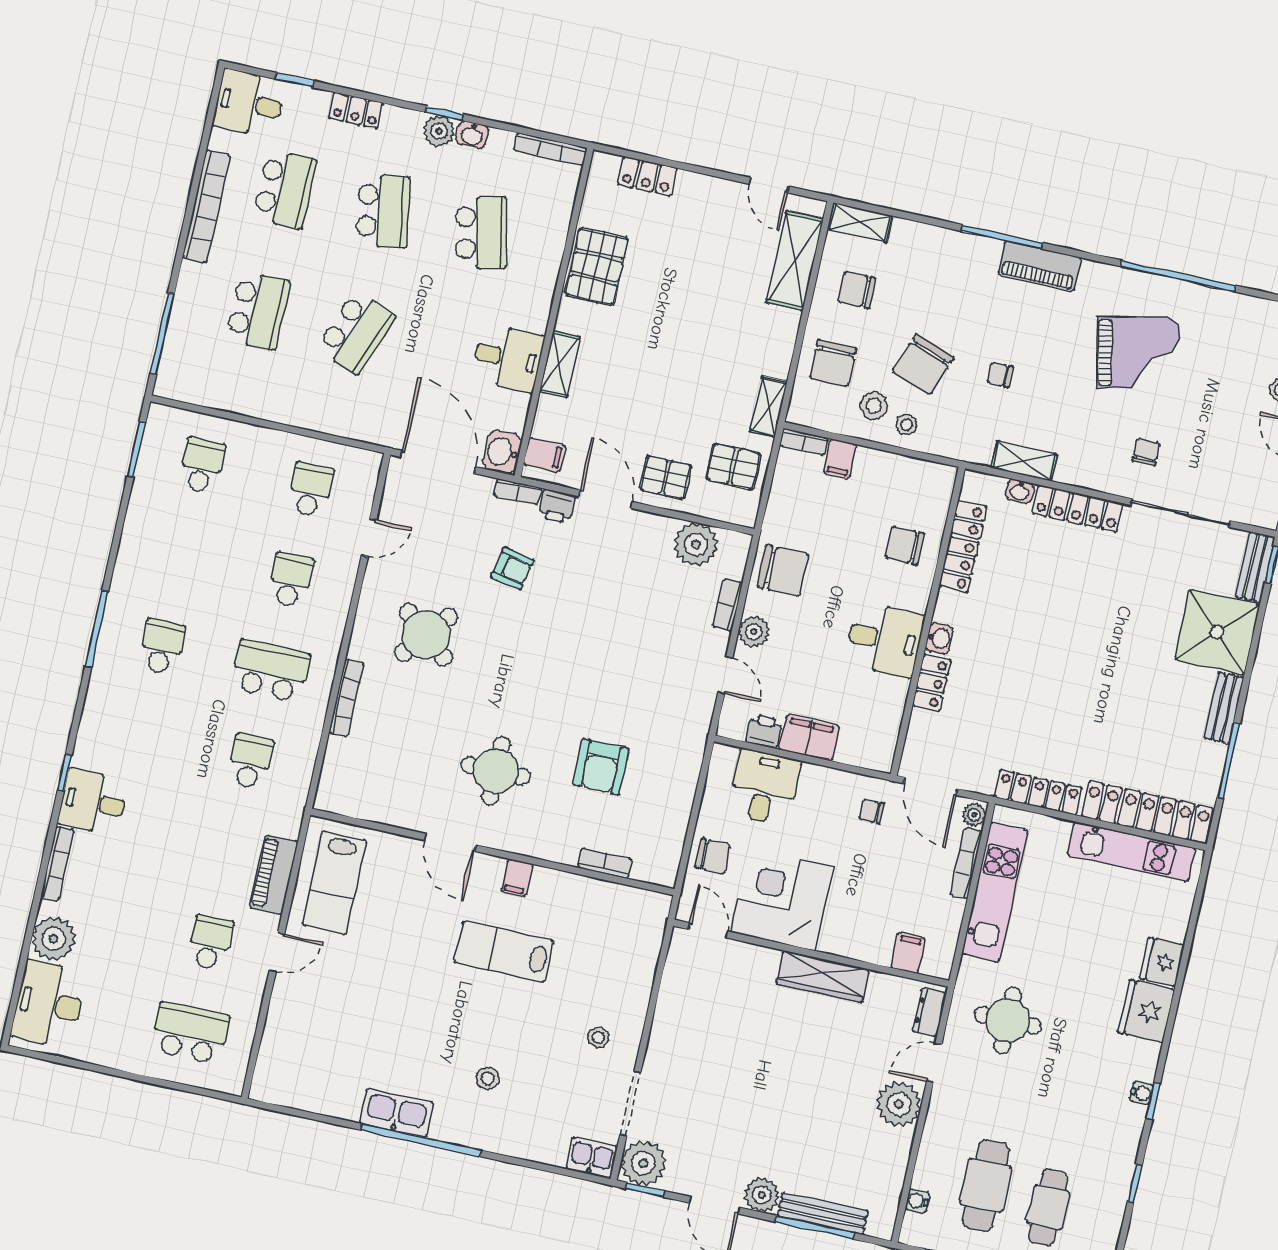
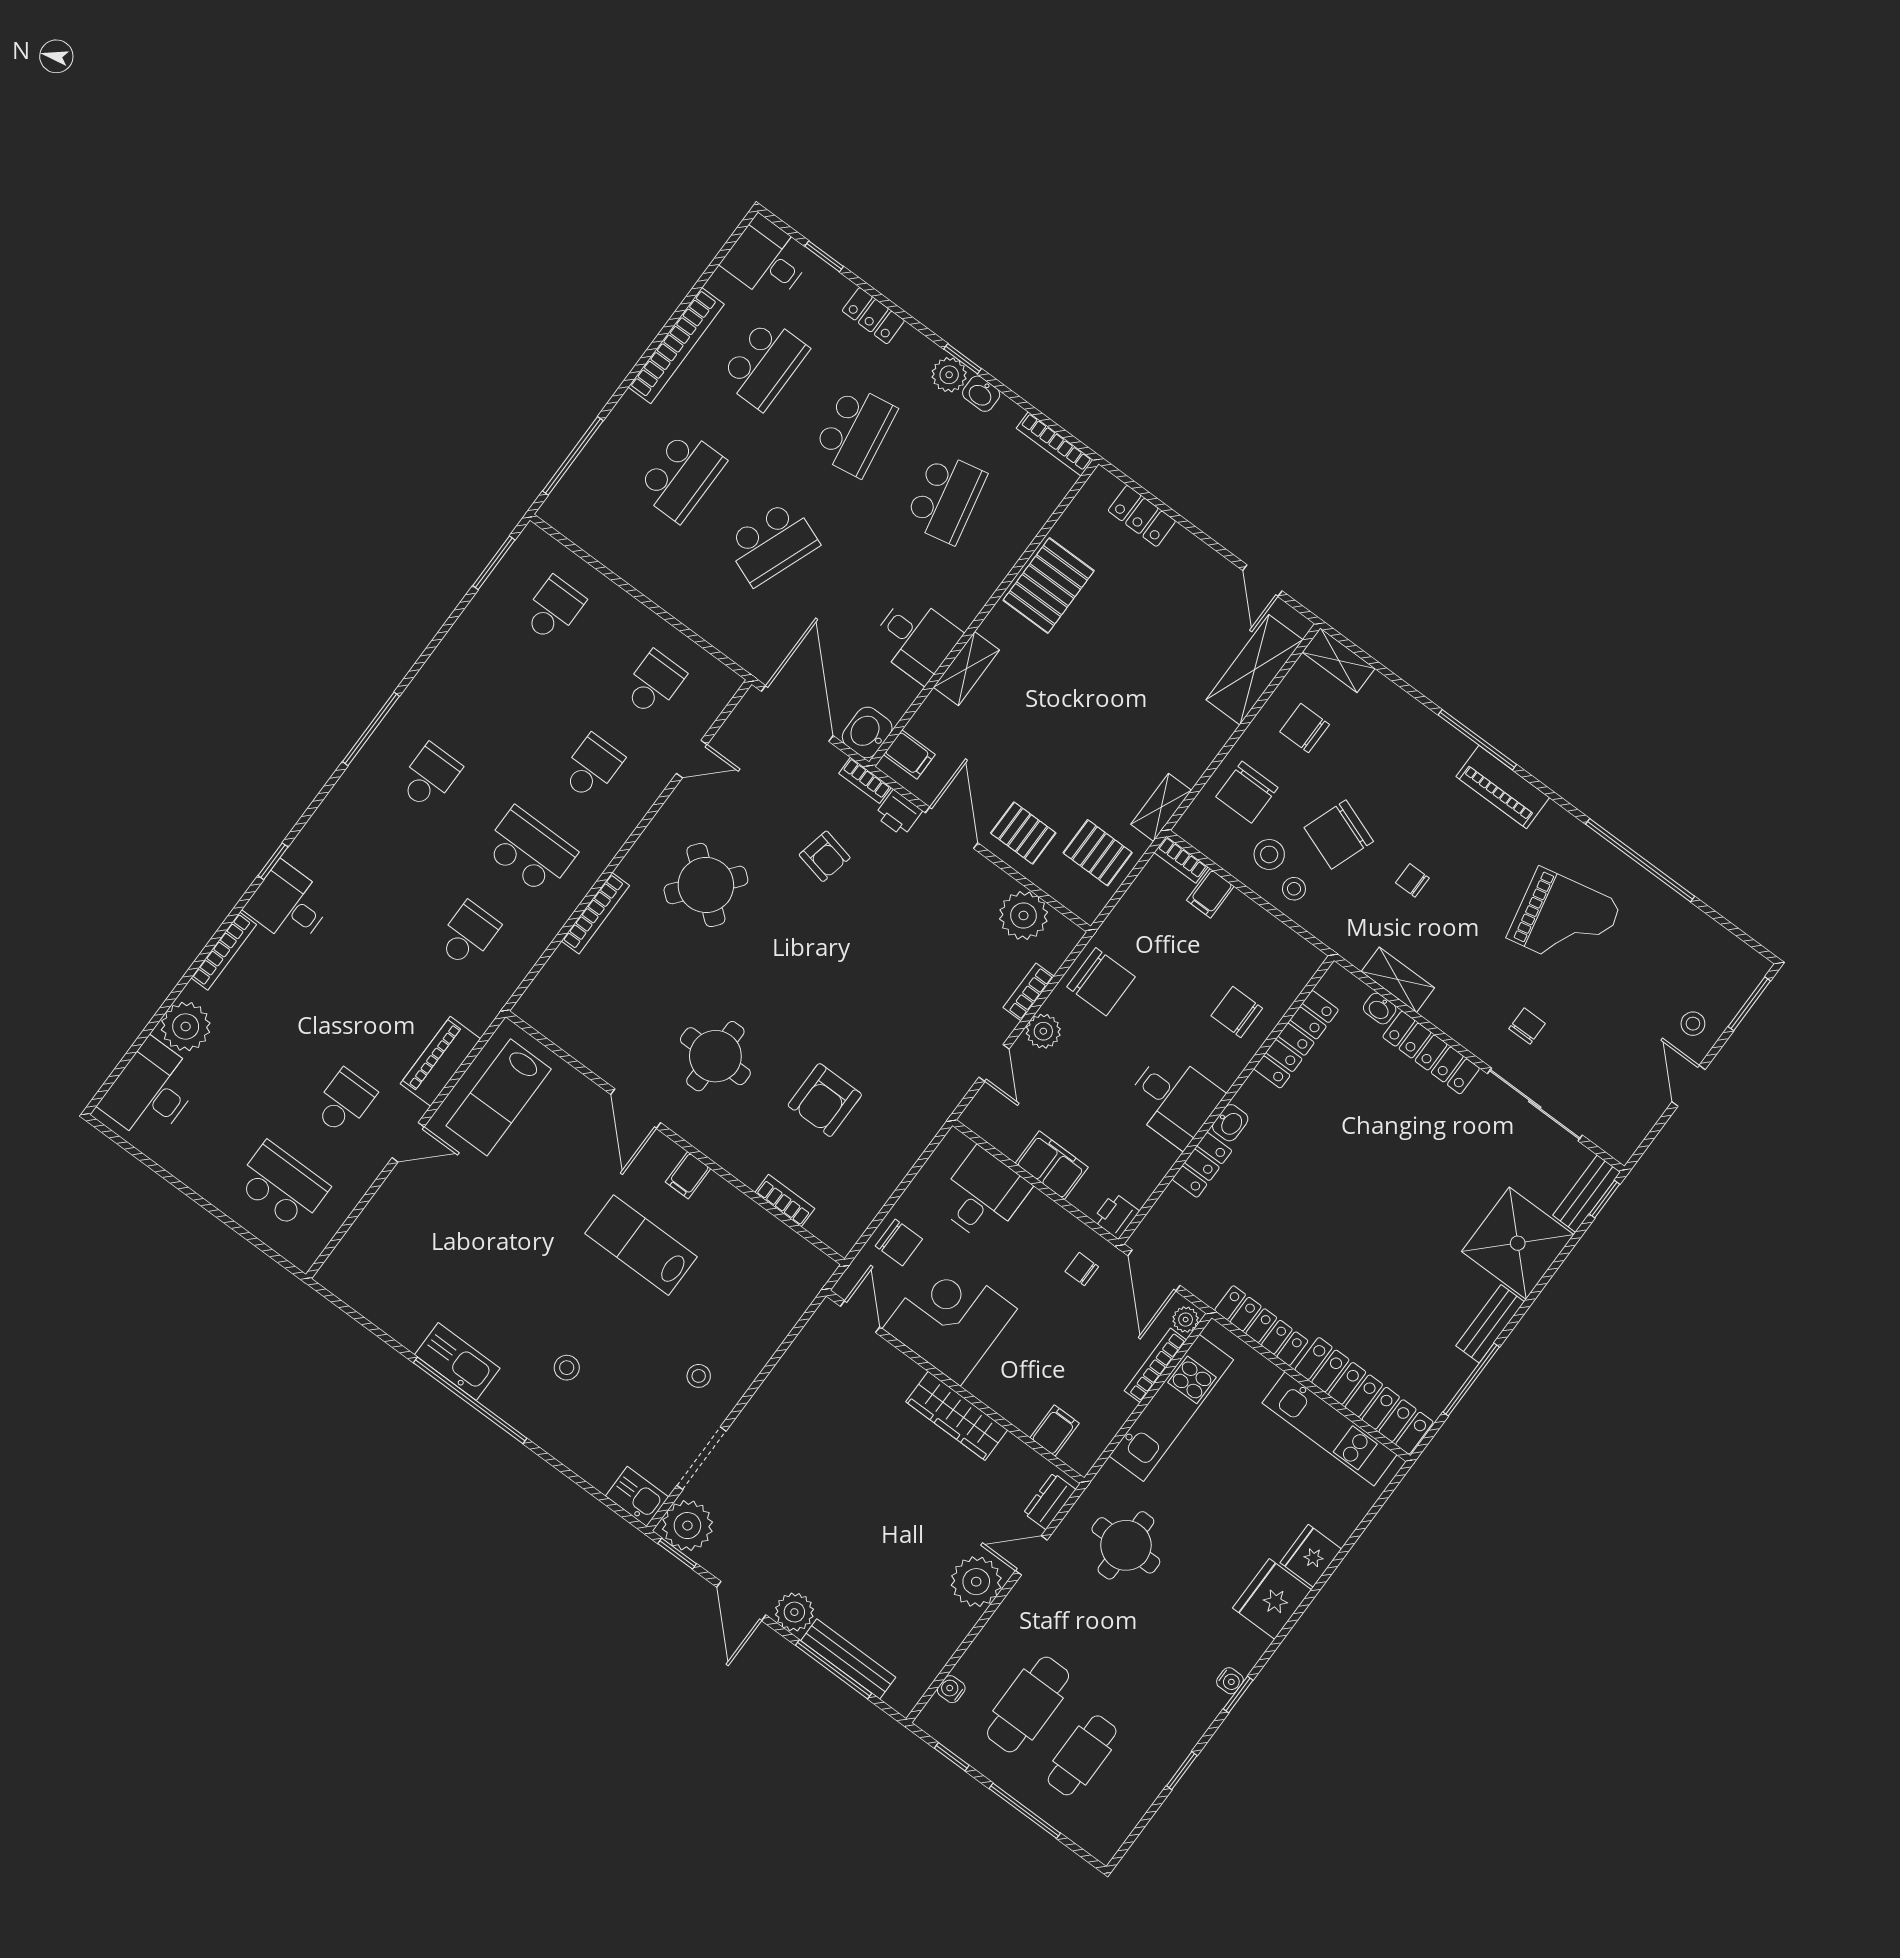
printer: (764, 731) -> (1116, 1216), moved, turned -90

